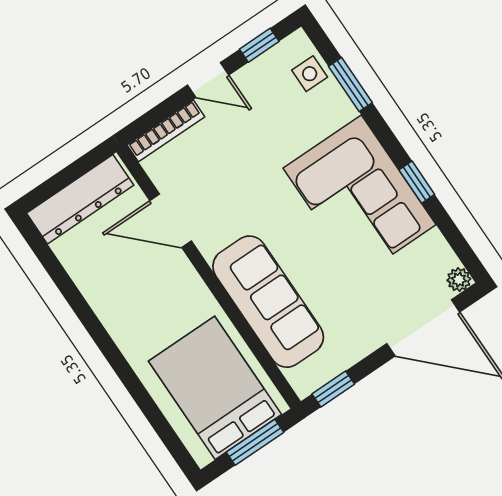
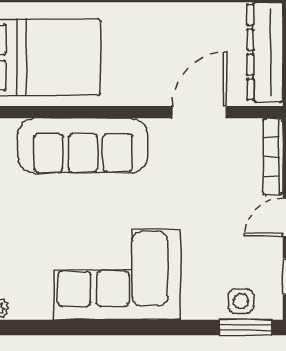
window: (350, 84) -> (246, 328), moved
window: (417, 182) -> (97, 328), removed

